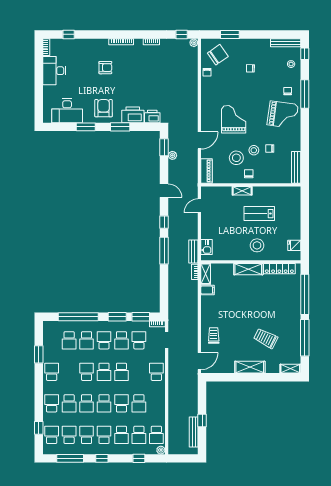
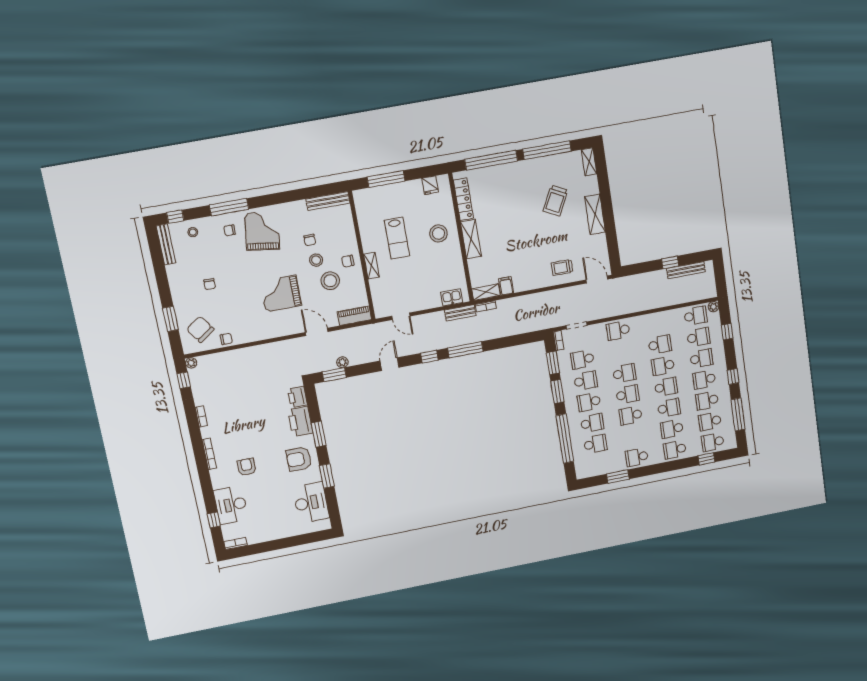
desk: (54, 71) -> (231, 505), moved, turned 90
window: (305, 213) -> (386, 179), added
school desk: (69, 403) -> (672, 429), turned 180

